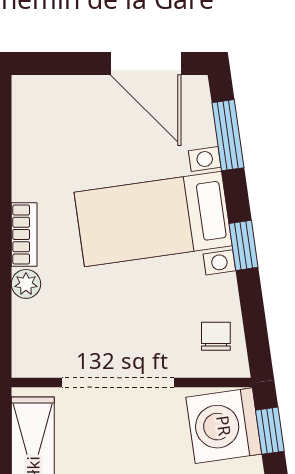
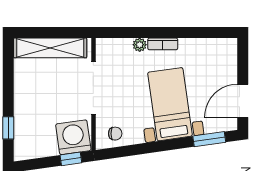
window: (244, 245) -> (158, 147), removed

